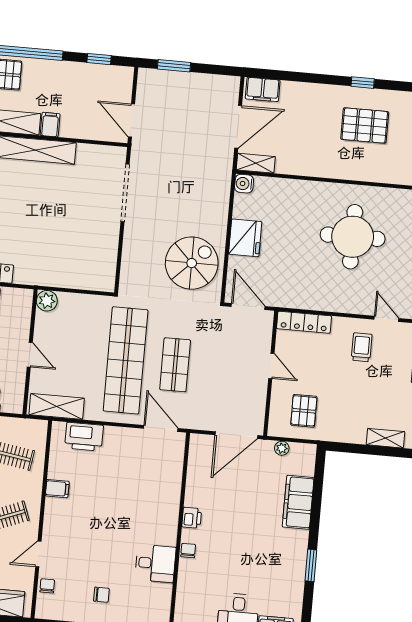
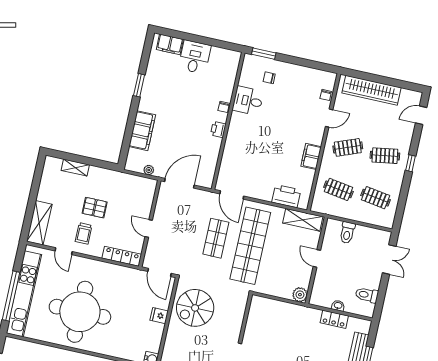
round table: (353, 237) -> (80, 312), width x1.36, depth x1.36
fridge: (245, 238) -> (159, 316), width x0.53, depth x0.75
pallet: (304, 411) -> (95, 208), moved, turned 90
filing cabinet: (57, 489) -> (311, 156), width x2.00
chair: (101, 595) -> (269, 78), moved

